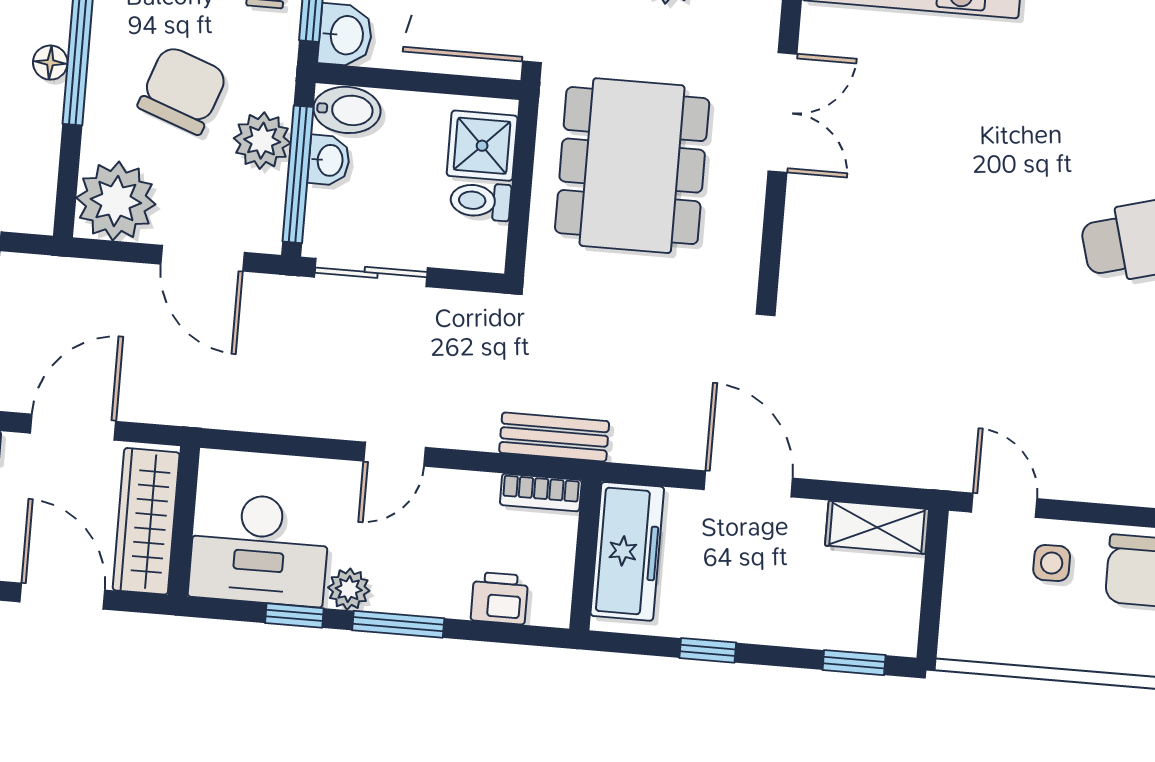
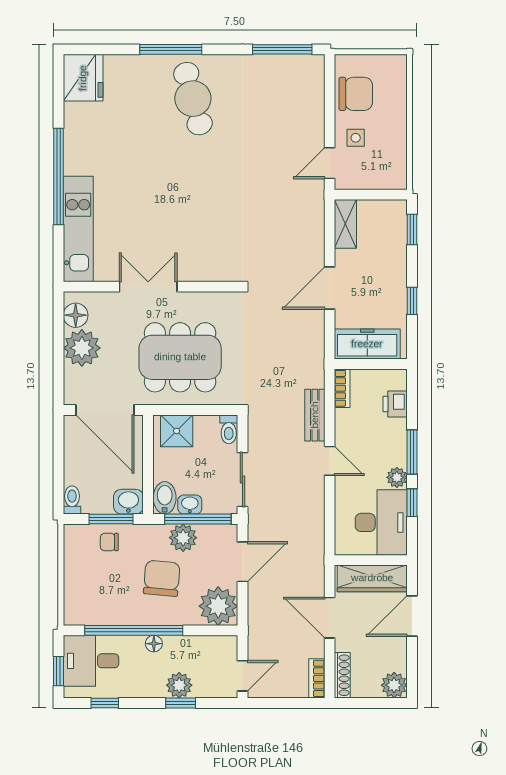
chair: (183, 90) -> (162, 578), turned 75
toilet: (481, 201) -> (229, 429), moved
bench: (554, 437) -> (315, 415), moved

